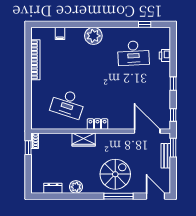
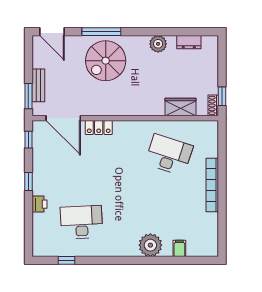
plant: (93, 36) -> (150, 245), moved
printer: (165, 56) -> (39, 204), moved
bookcase: (35, 60) -> (212, 185), moved
locker: (97, 124) -> (99, 128), moved
wardrobe: (84, 139) -> (181, 107), moved

